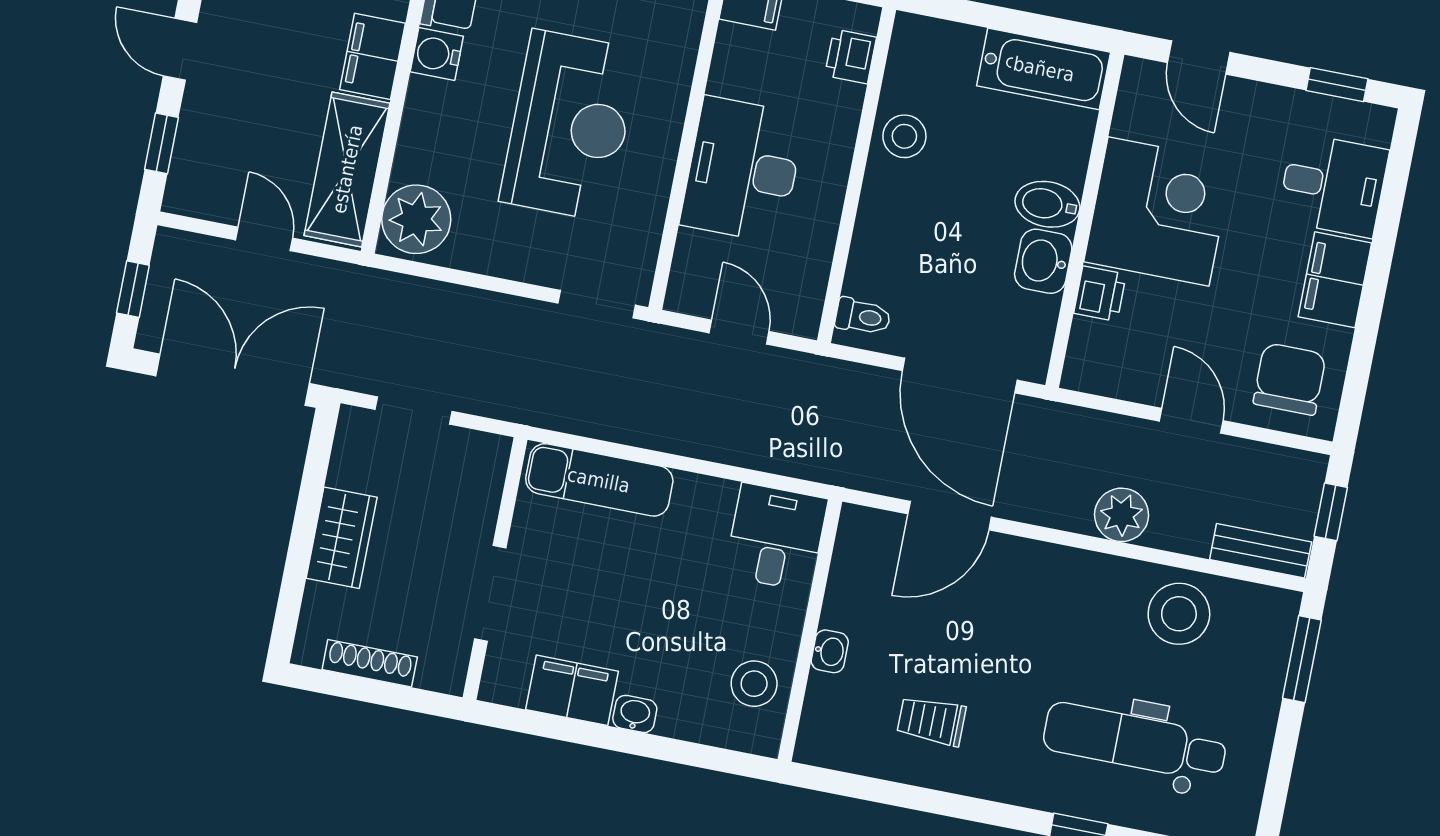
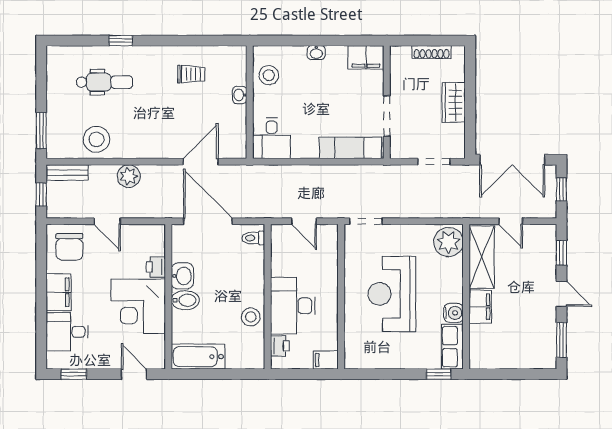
desk: (743, 170) -> (293, 306), moved, turned 180
doorway: (490, 593) -> (387, 116), moved
filing cabinet: (572, 690) -> (366, 57), moved
dental chair: (1135, 742) -> (104, 82), width x0.73, depth x0.72

